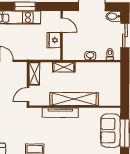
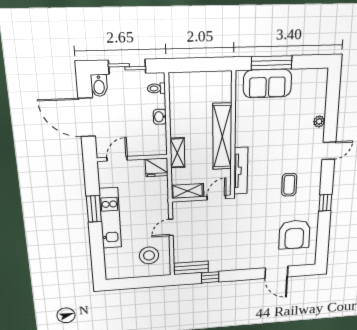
fridge: (54, 40) -> (157, 167), moved
door: (28, 95) -> (216, 198), swing flipped
tv unit: (60, 113) -> (241, 171), moved

